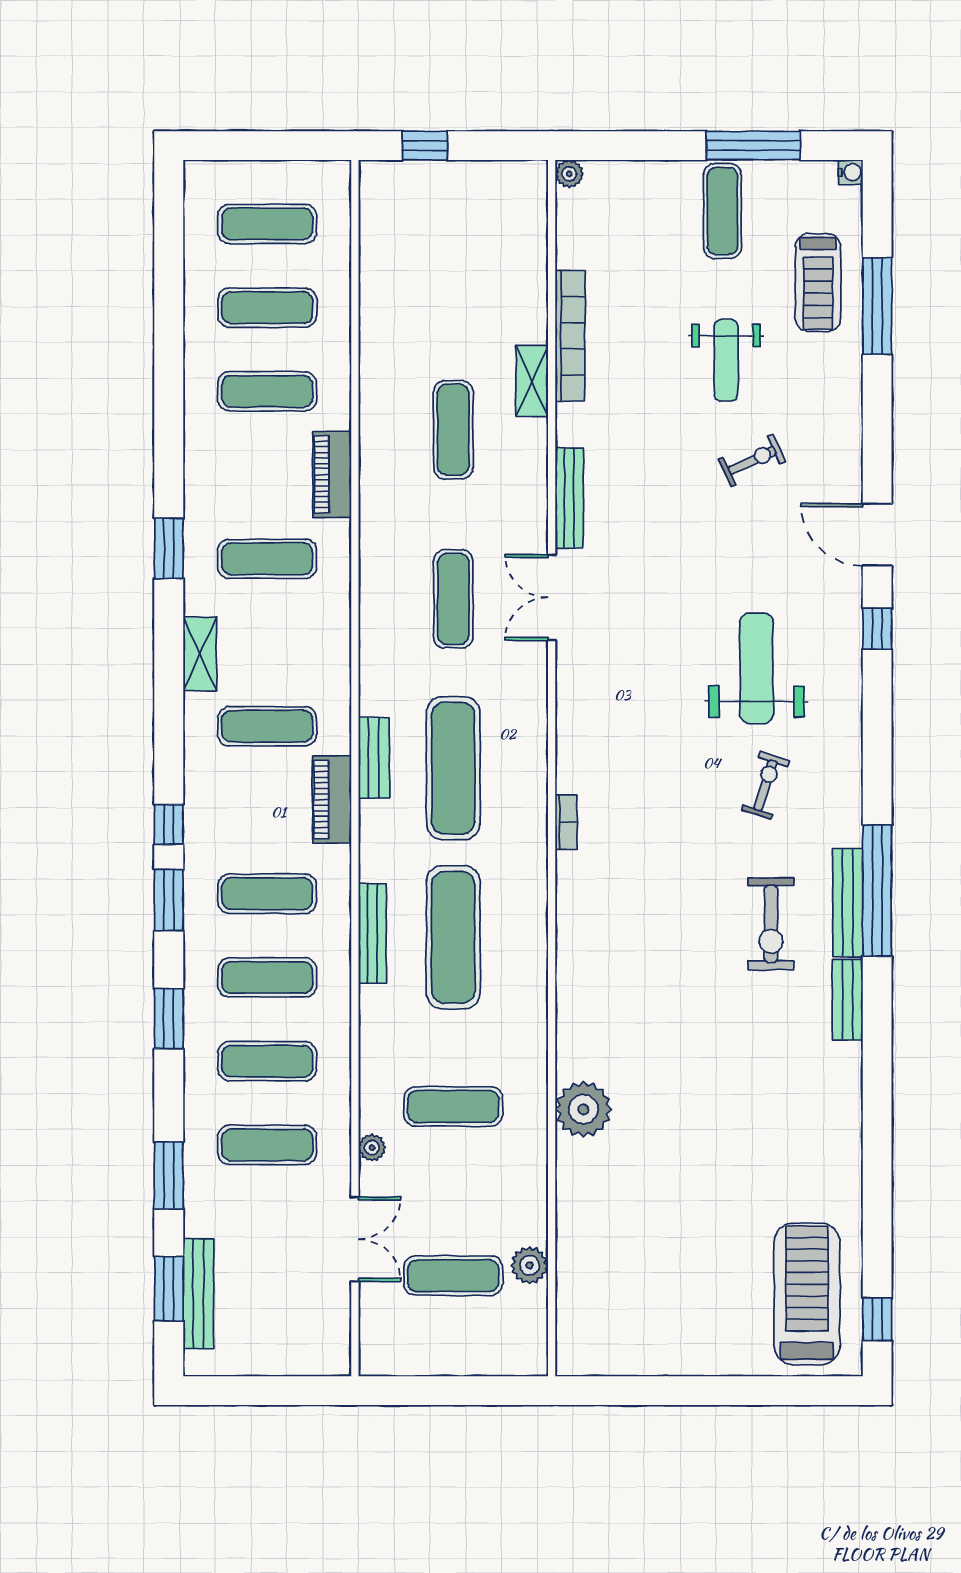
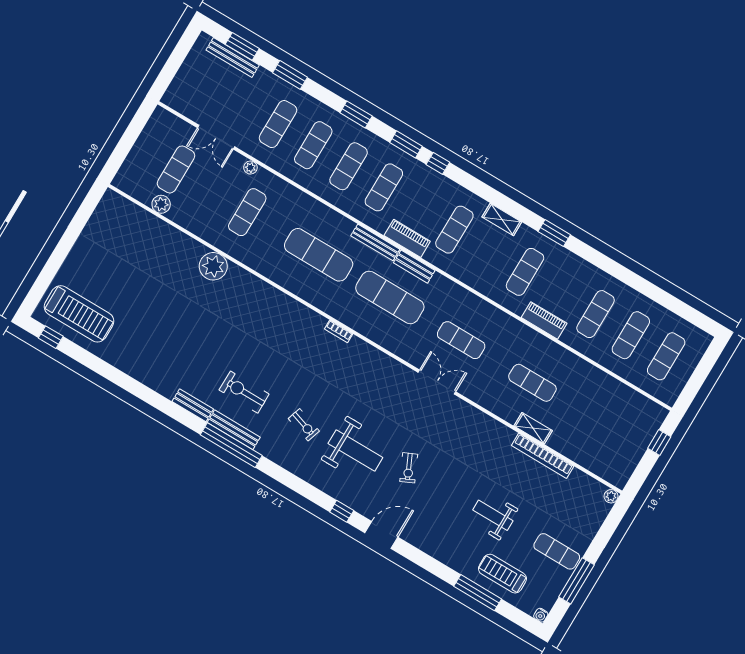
exercise bike: (752, 460) -> (409, 468), moved
bench: (569, 498) -> (475, 414), removed
bench: (372, 933) -> (375, 242), moved

